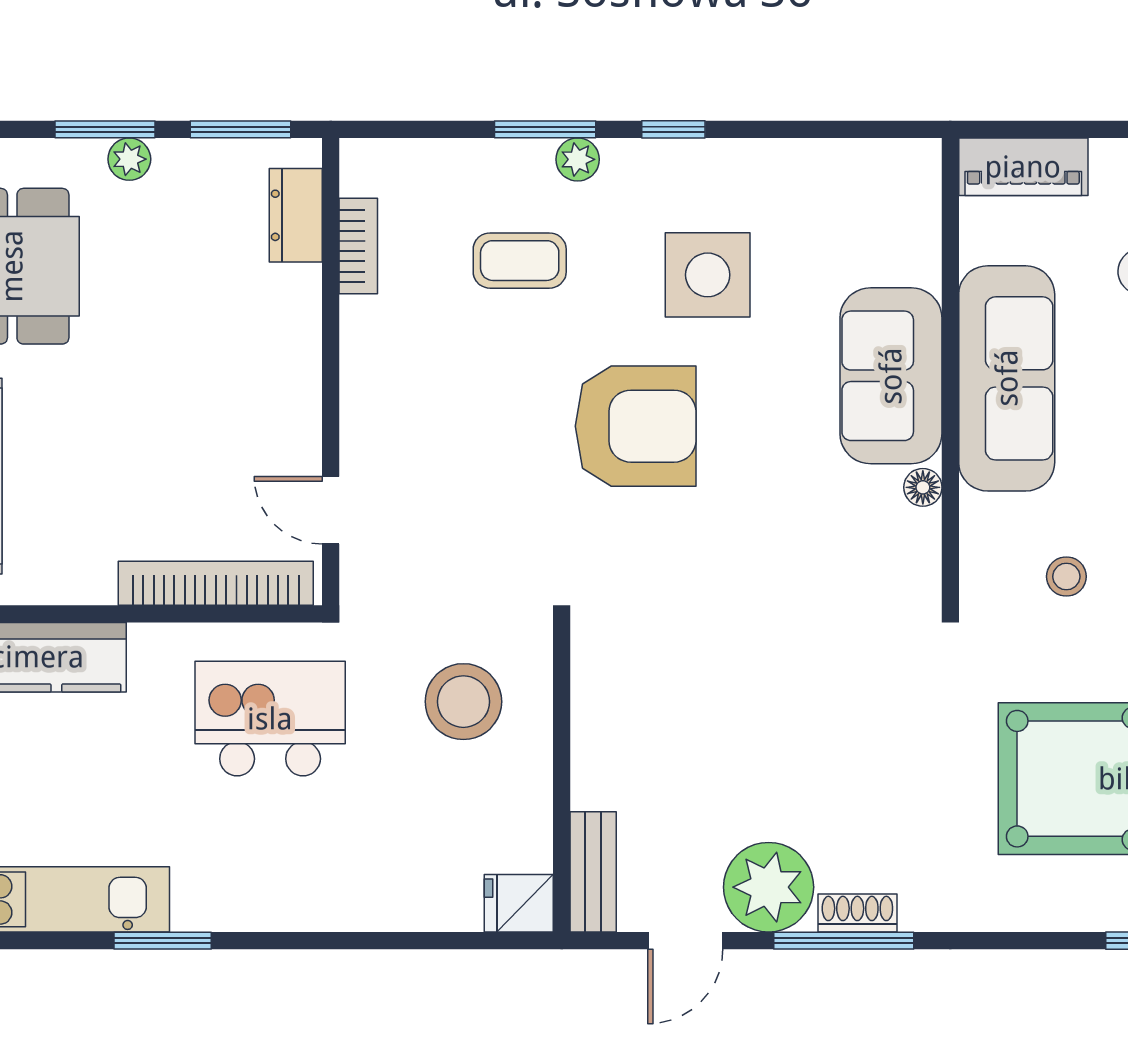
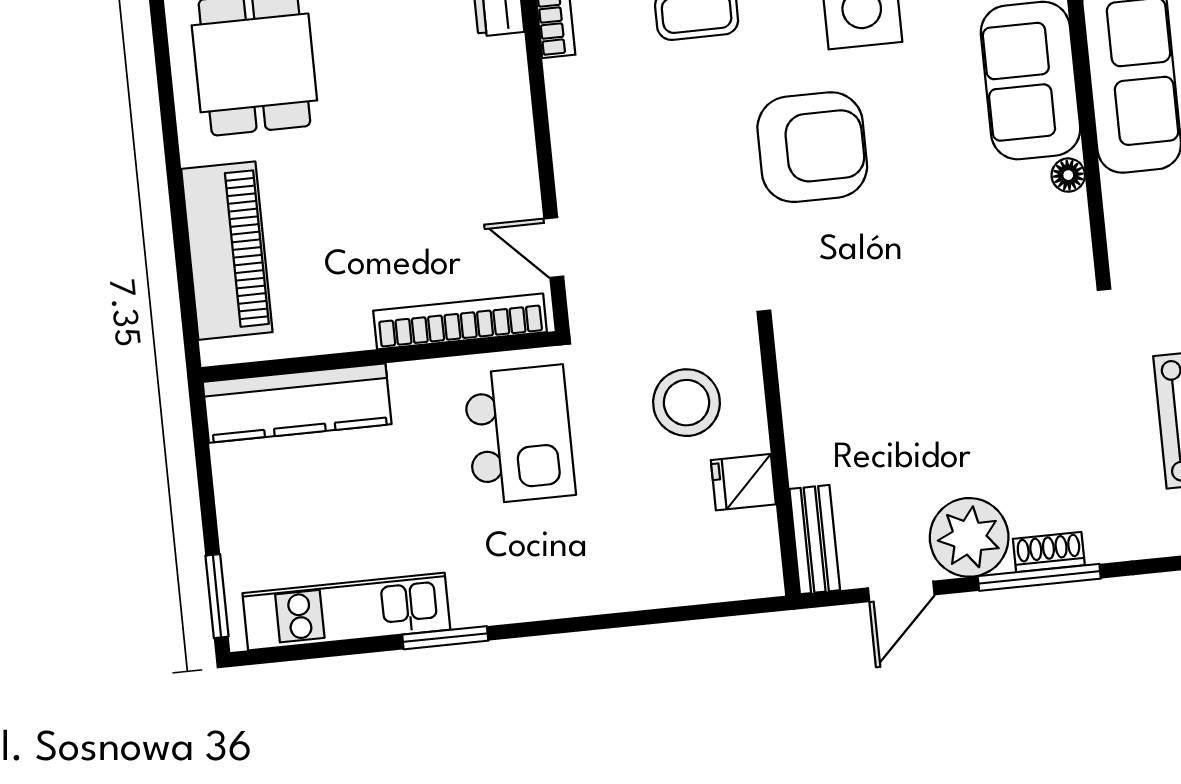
kitchen island: (270, 719) -> (519, 435), turned 90
fridge: (519, 903) -> (743, 482), moved

